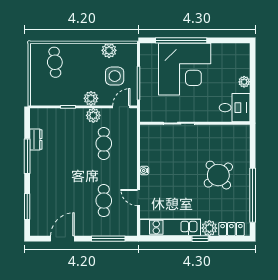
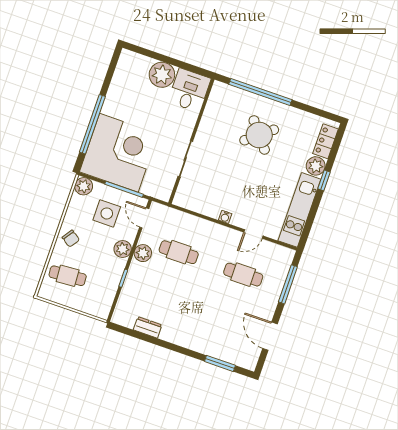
plant: (109, 50) -> (84, 186), moved
chair: (85, 55) -> (71, 239), added
corner desk: (185, 69) -> (119, 153), moved
plant: (244, 82) -> (162, 75), width x1.87, depth x1.87
window: (27, 156) -> (163, 344), removed
window: (253, 195) -> (260, 92), moved

